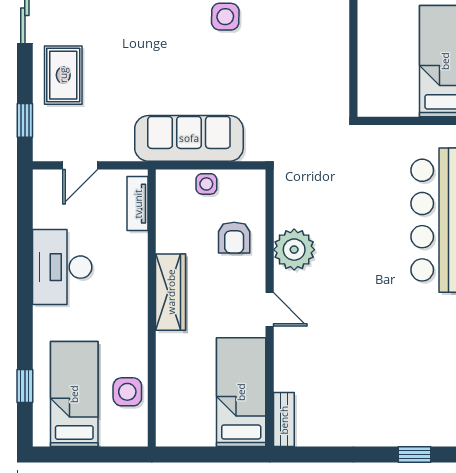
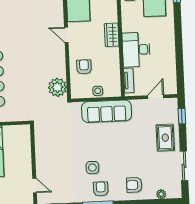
plant: (294, 250) -> (57, 87), moved
desk: (62, 267) -> (136, 50), moved, turned 180
wardrobe: (171, 292) -> (112, 35), width x0.67

